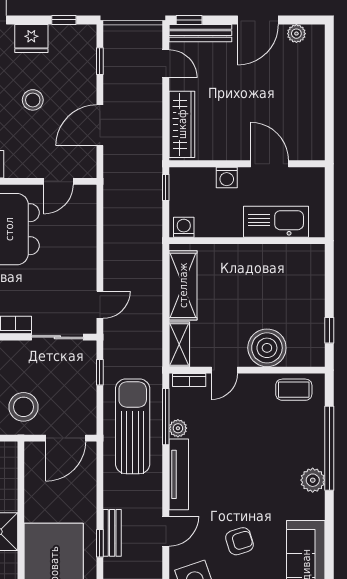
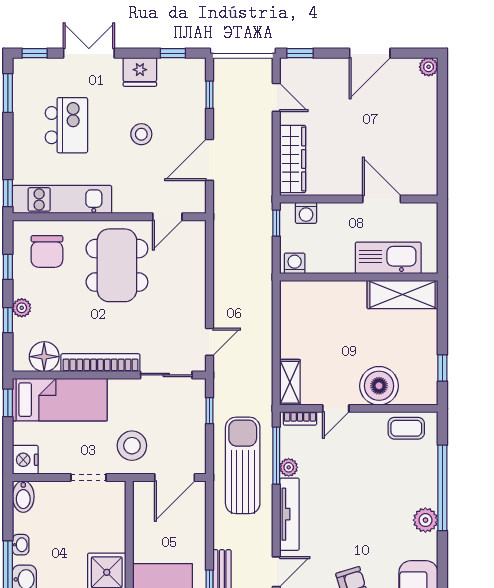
bench: (200, 33) -> (311, 66), removed
plant: (296, 34) -> (429, 67), moved
washing machine: (227, 177) -> (306, 213), moved
shelving: (183, 285) -> (402, 294), moved, turned 90

